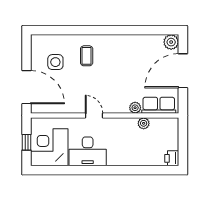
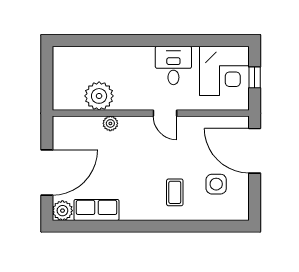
row of seats: (159, 105) -> (96, 210), moved, turned 180
plant: (144, 123) -> (99, 96), width x1.88, depth x1.88
desk: (88, 151) -> (173, 65), width x0.73
printer: (172, 158) -> (62, 56), removed

